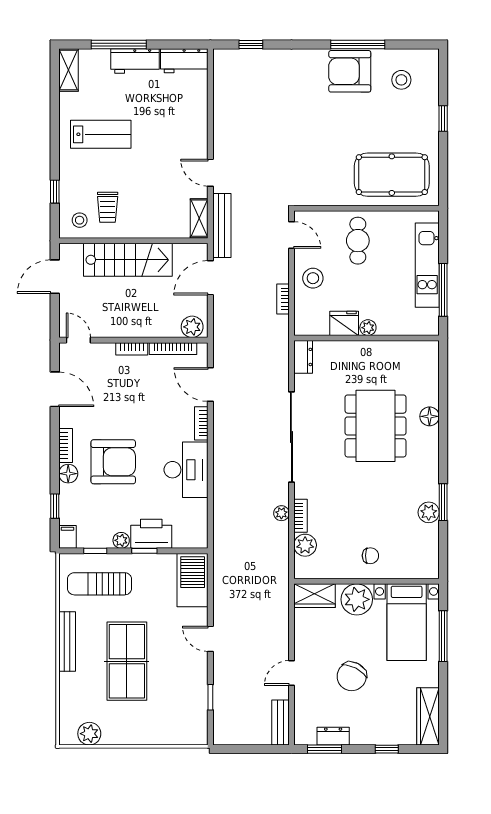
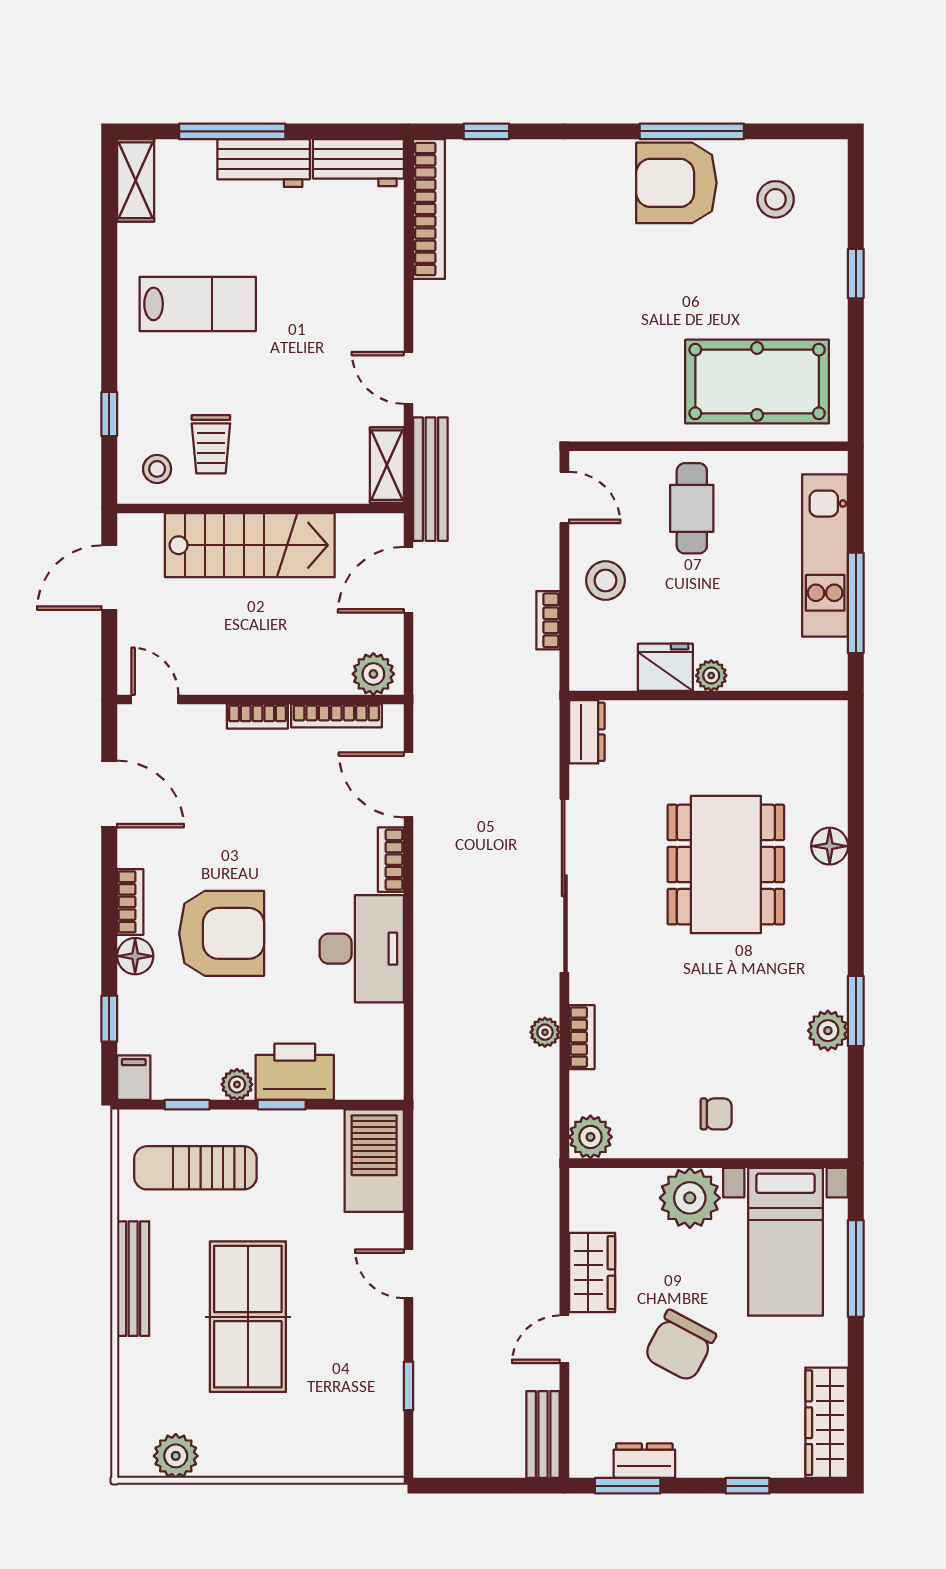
bookcase: (221, 85) -> (429, 209), added
plant: (305, 545) -> (590, 1137), moved
wardrobe: (315, 596) -> (592, 1273), moved, turned -90

